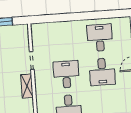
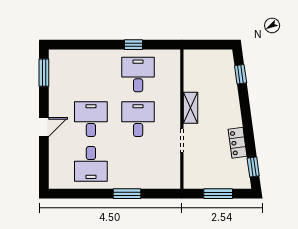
window: (71, 17) -> (127, 194), added
desk: (66, 74) -> (138, 119), turned 180

